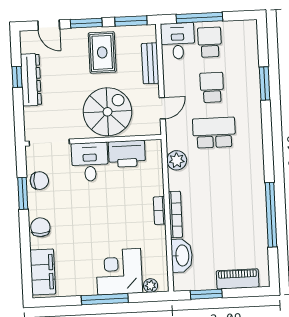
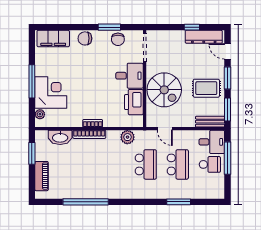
door: (49, 25) -> (228, 51), hinge flipped
bench: (150, 63) -> (210, 122), moved
dresser: (31, 80) -> (204, 37), moved
school desk: (212, 87) -> (178, 164), width x1.85
chair: (40, 227) -> (85, 38), turned 180

